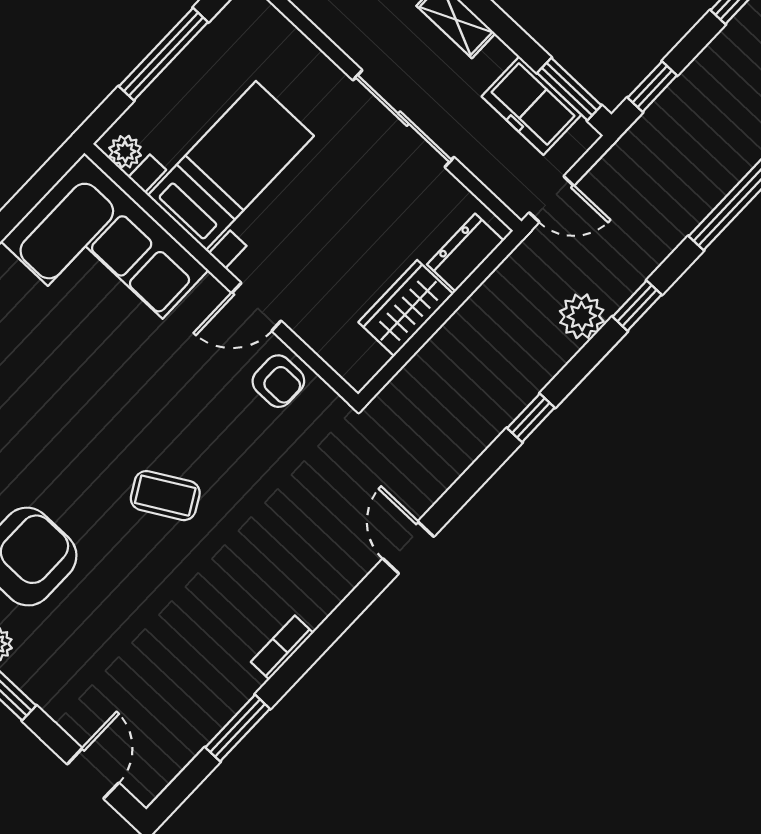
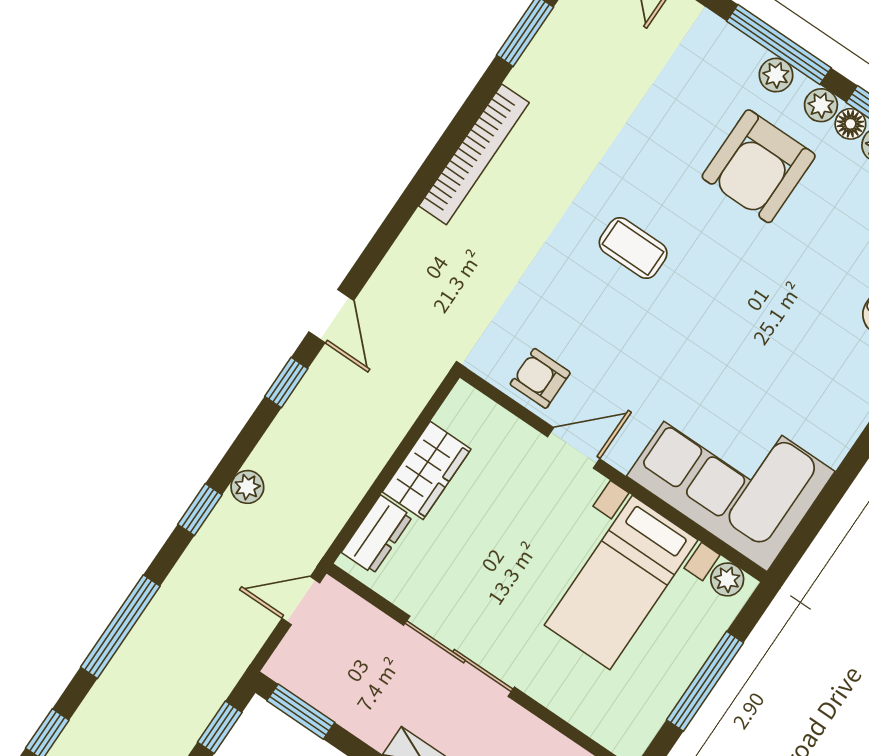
freezer: (531, 106) -> (335, 689), removed
plant: (582, 316) -> (247, 487), width x0.73, depth x0.73
coffee table: (165, 496) -> (633, 248), turned 30
door: (408, 548) -> (331, 316), moved
bookcase: (282, 647) -> (474, 154), width x2.31, depth x1.31

